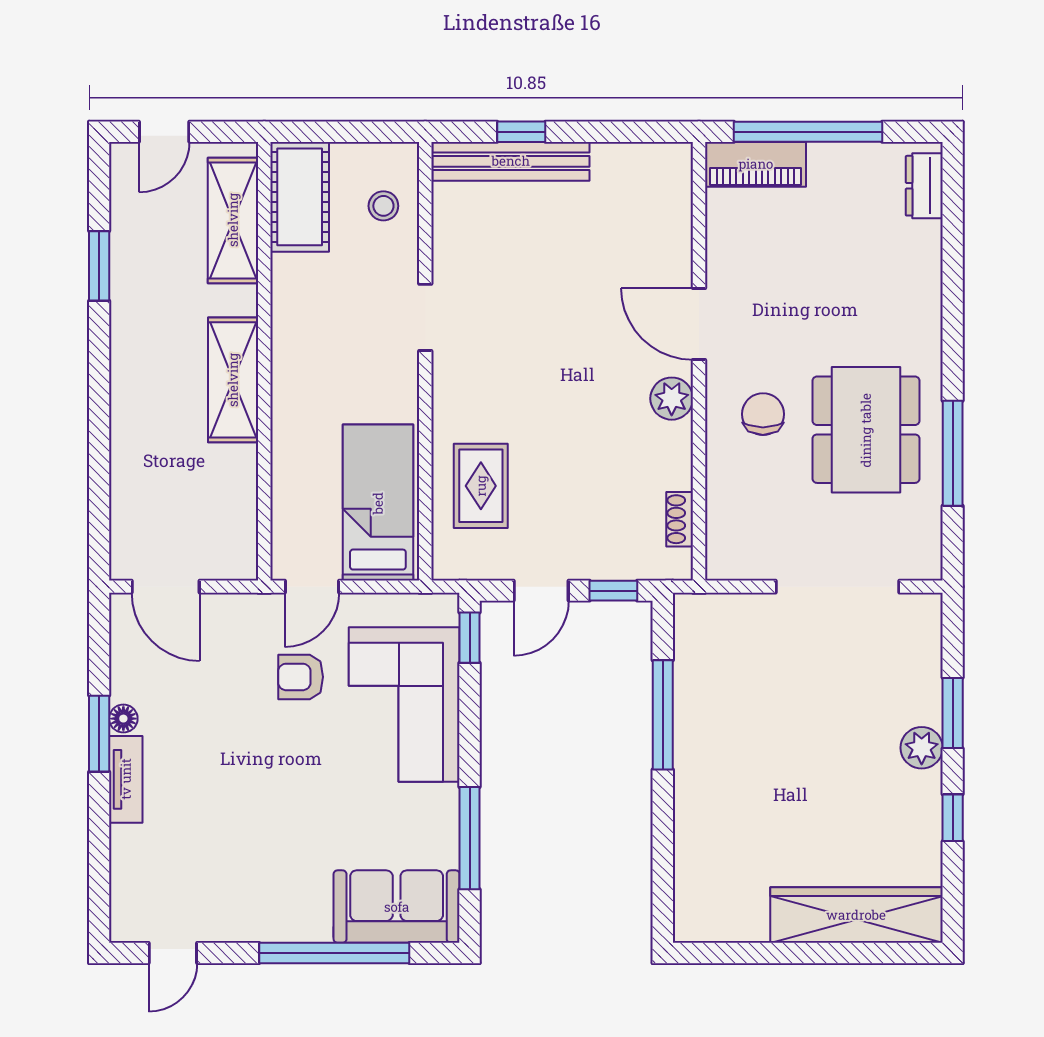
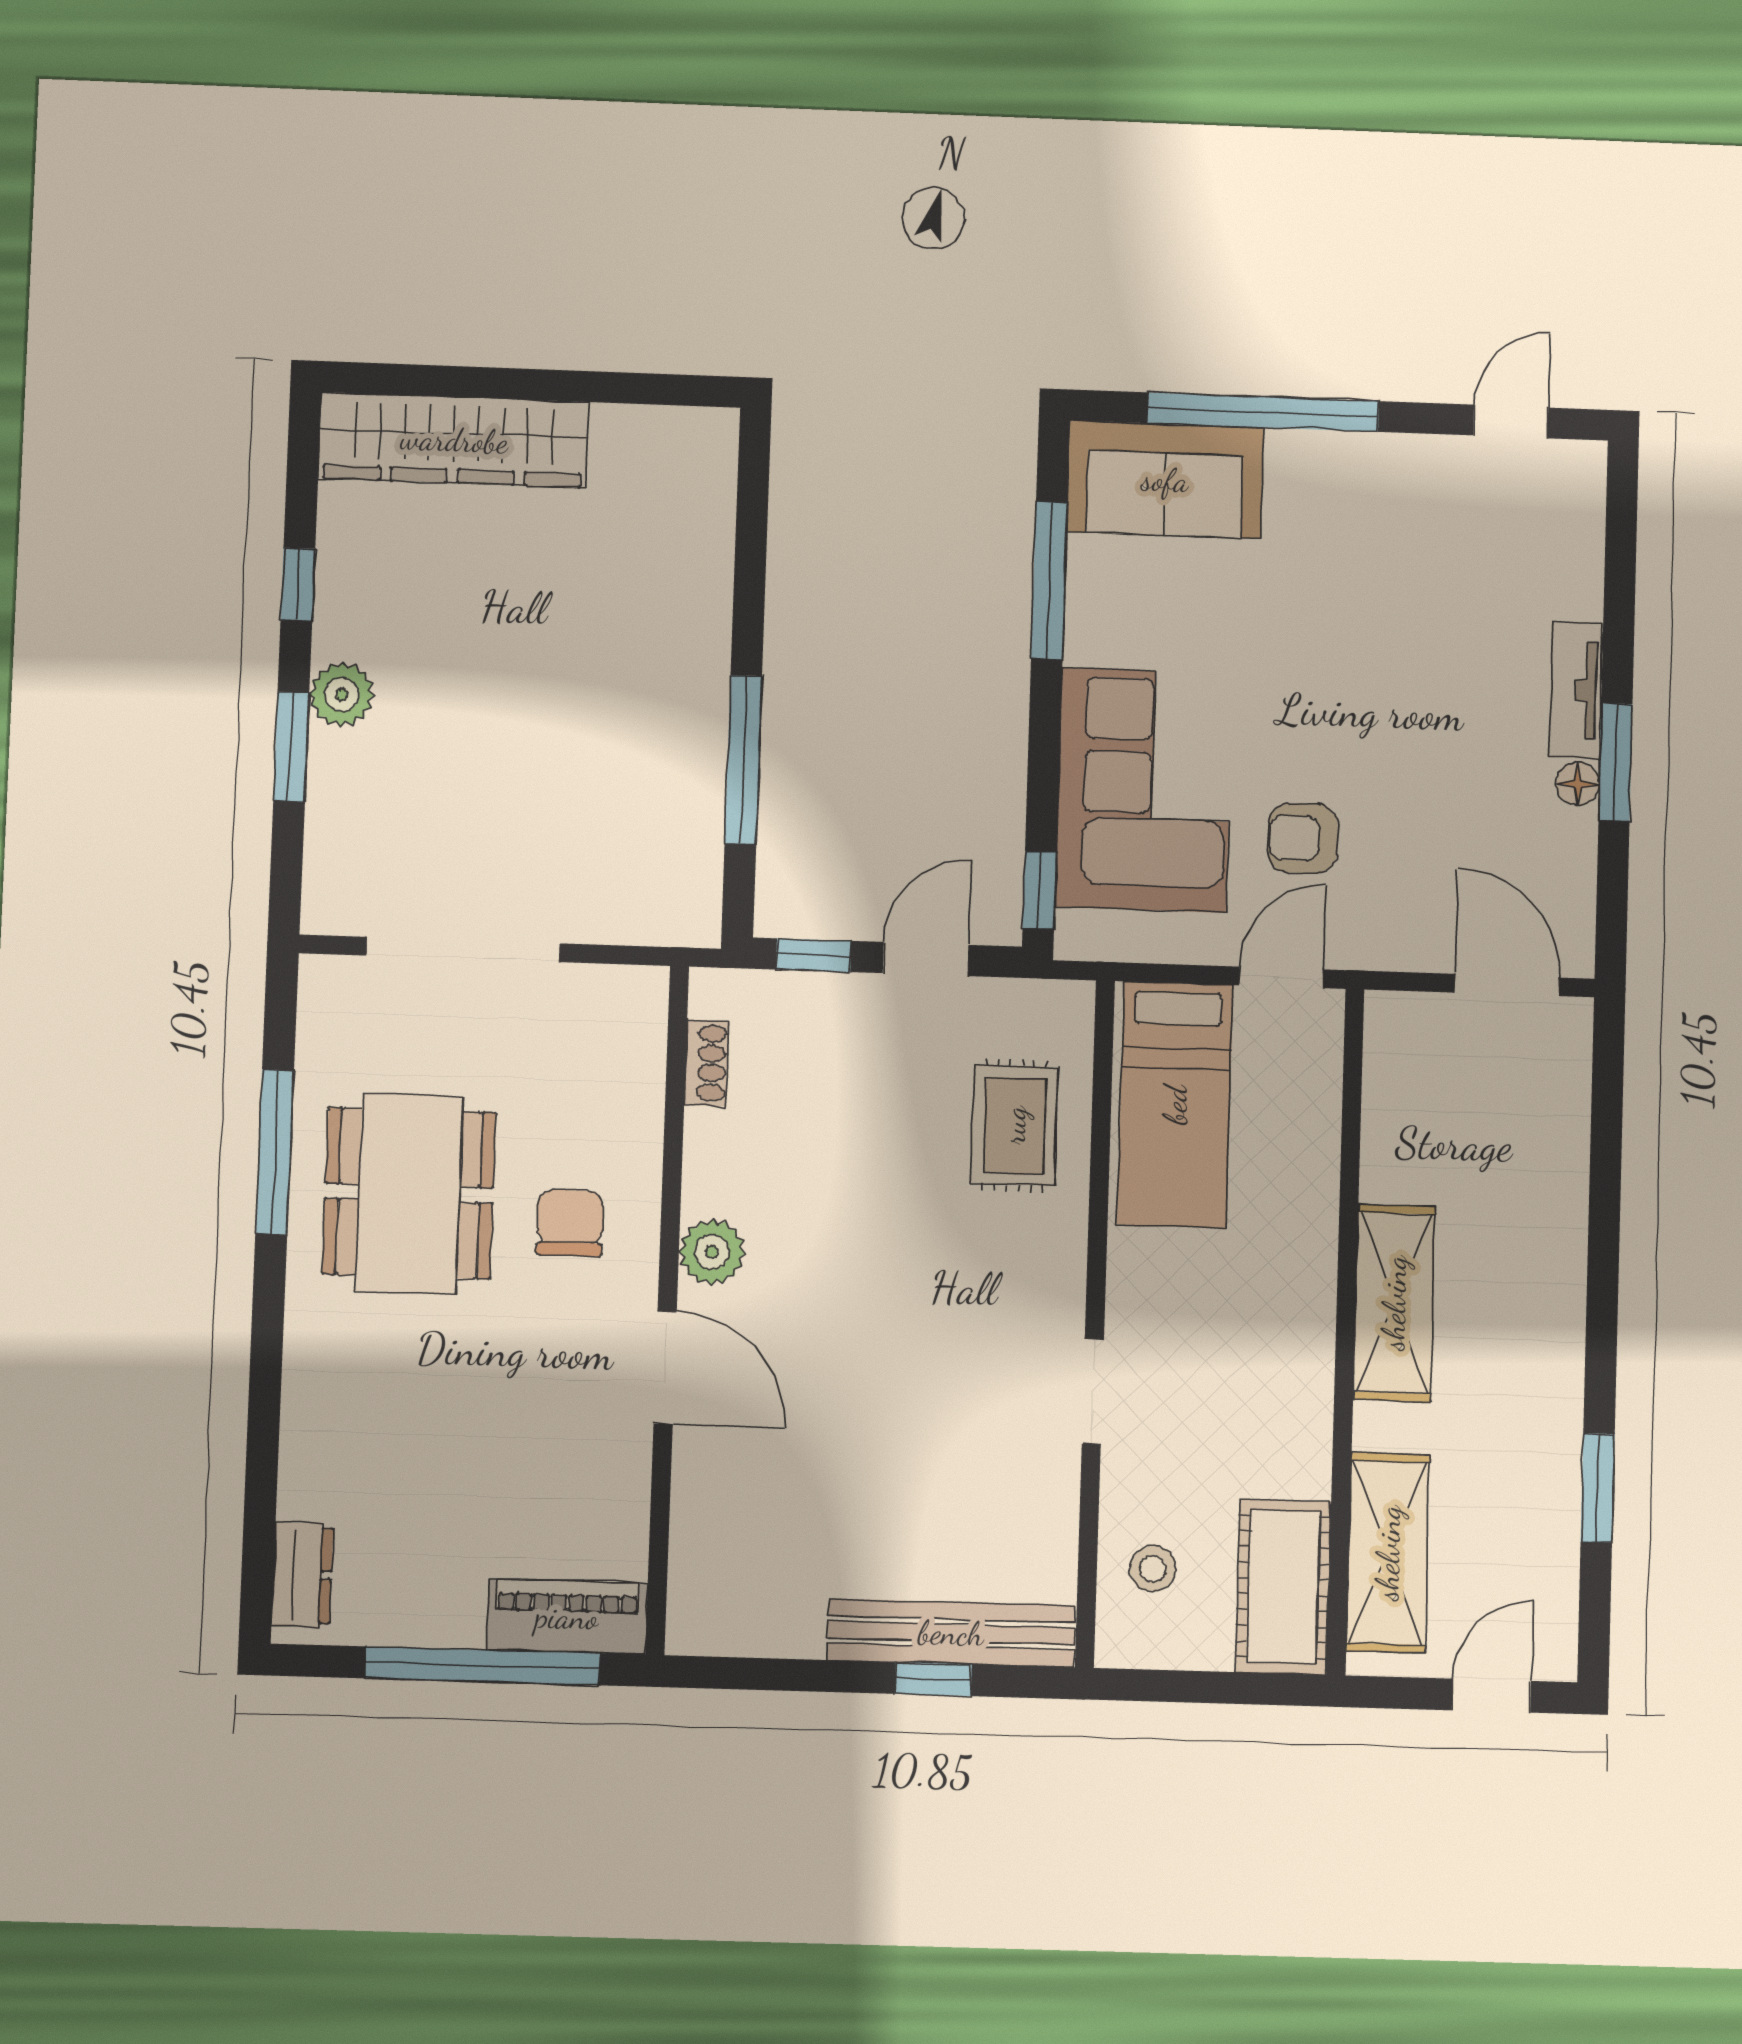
chair: (763, 414) -> (570, 1223), turned 180
armchair: (301, 677) -> (1303, 838), turned 180

